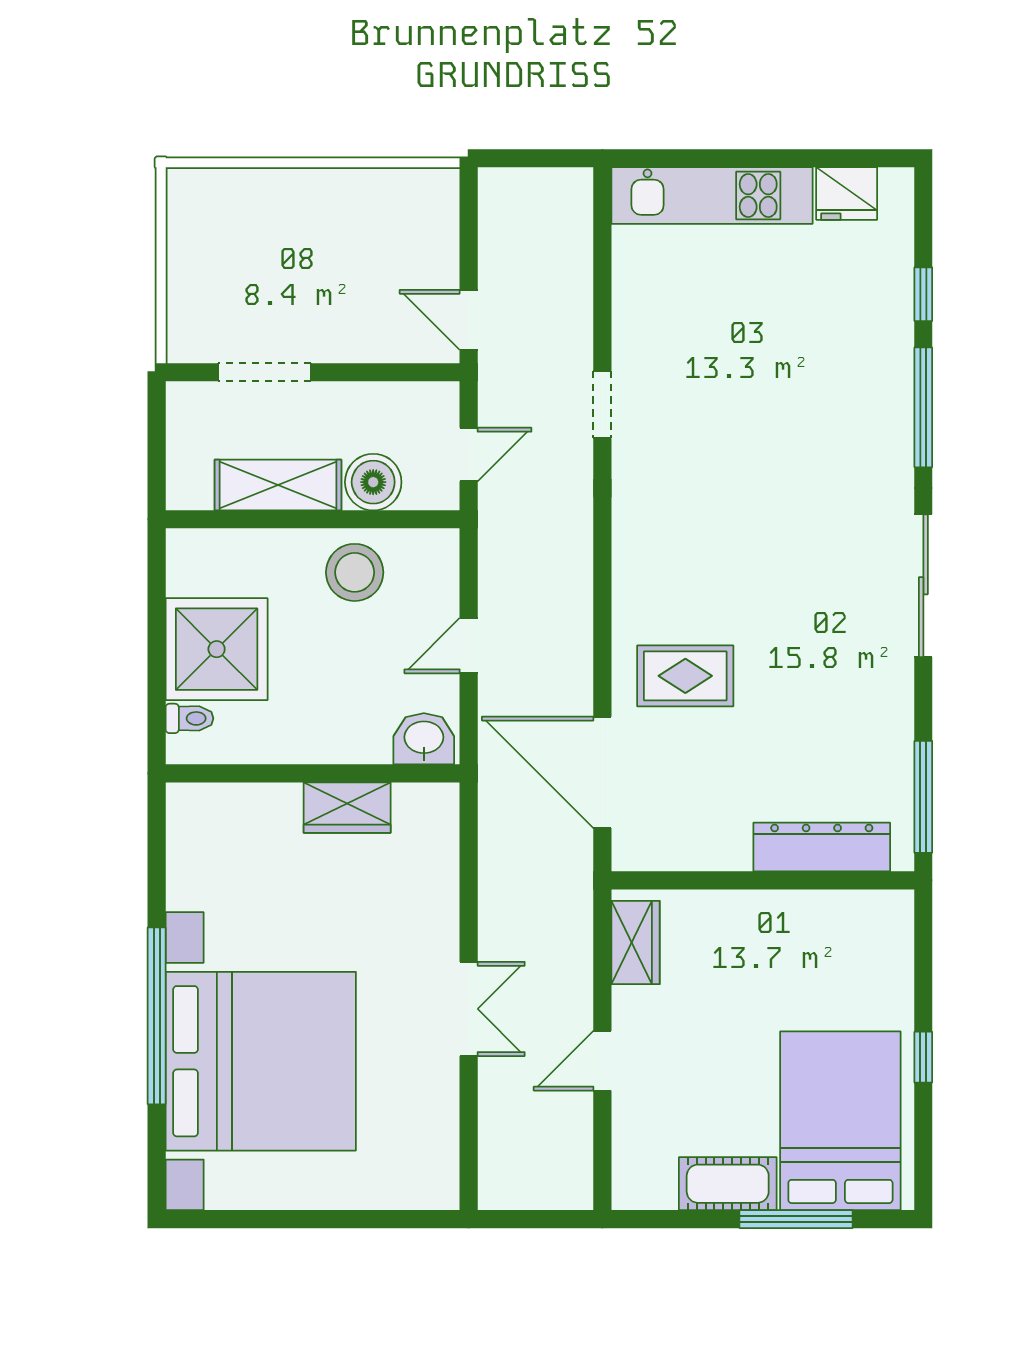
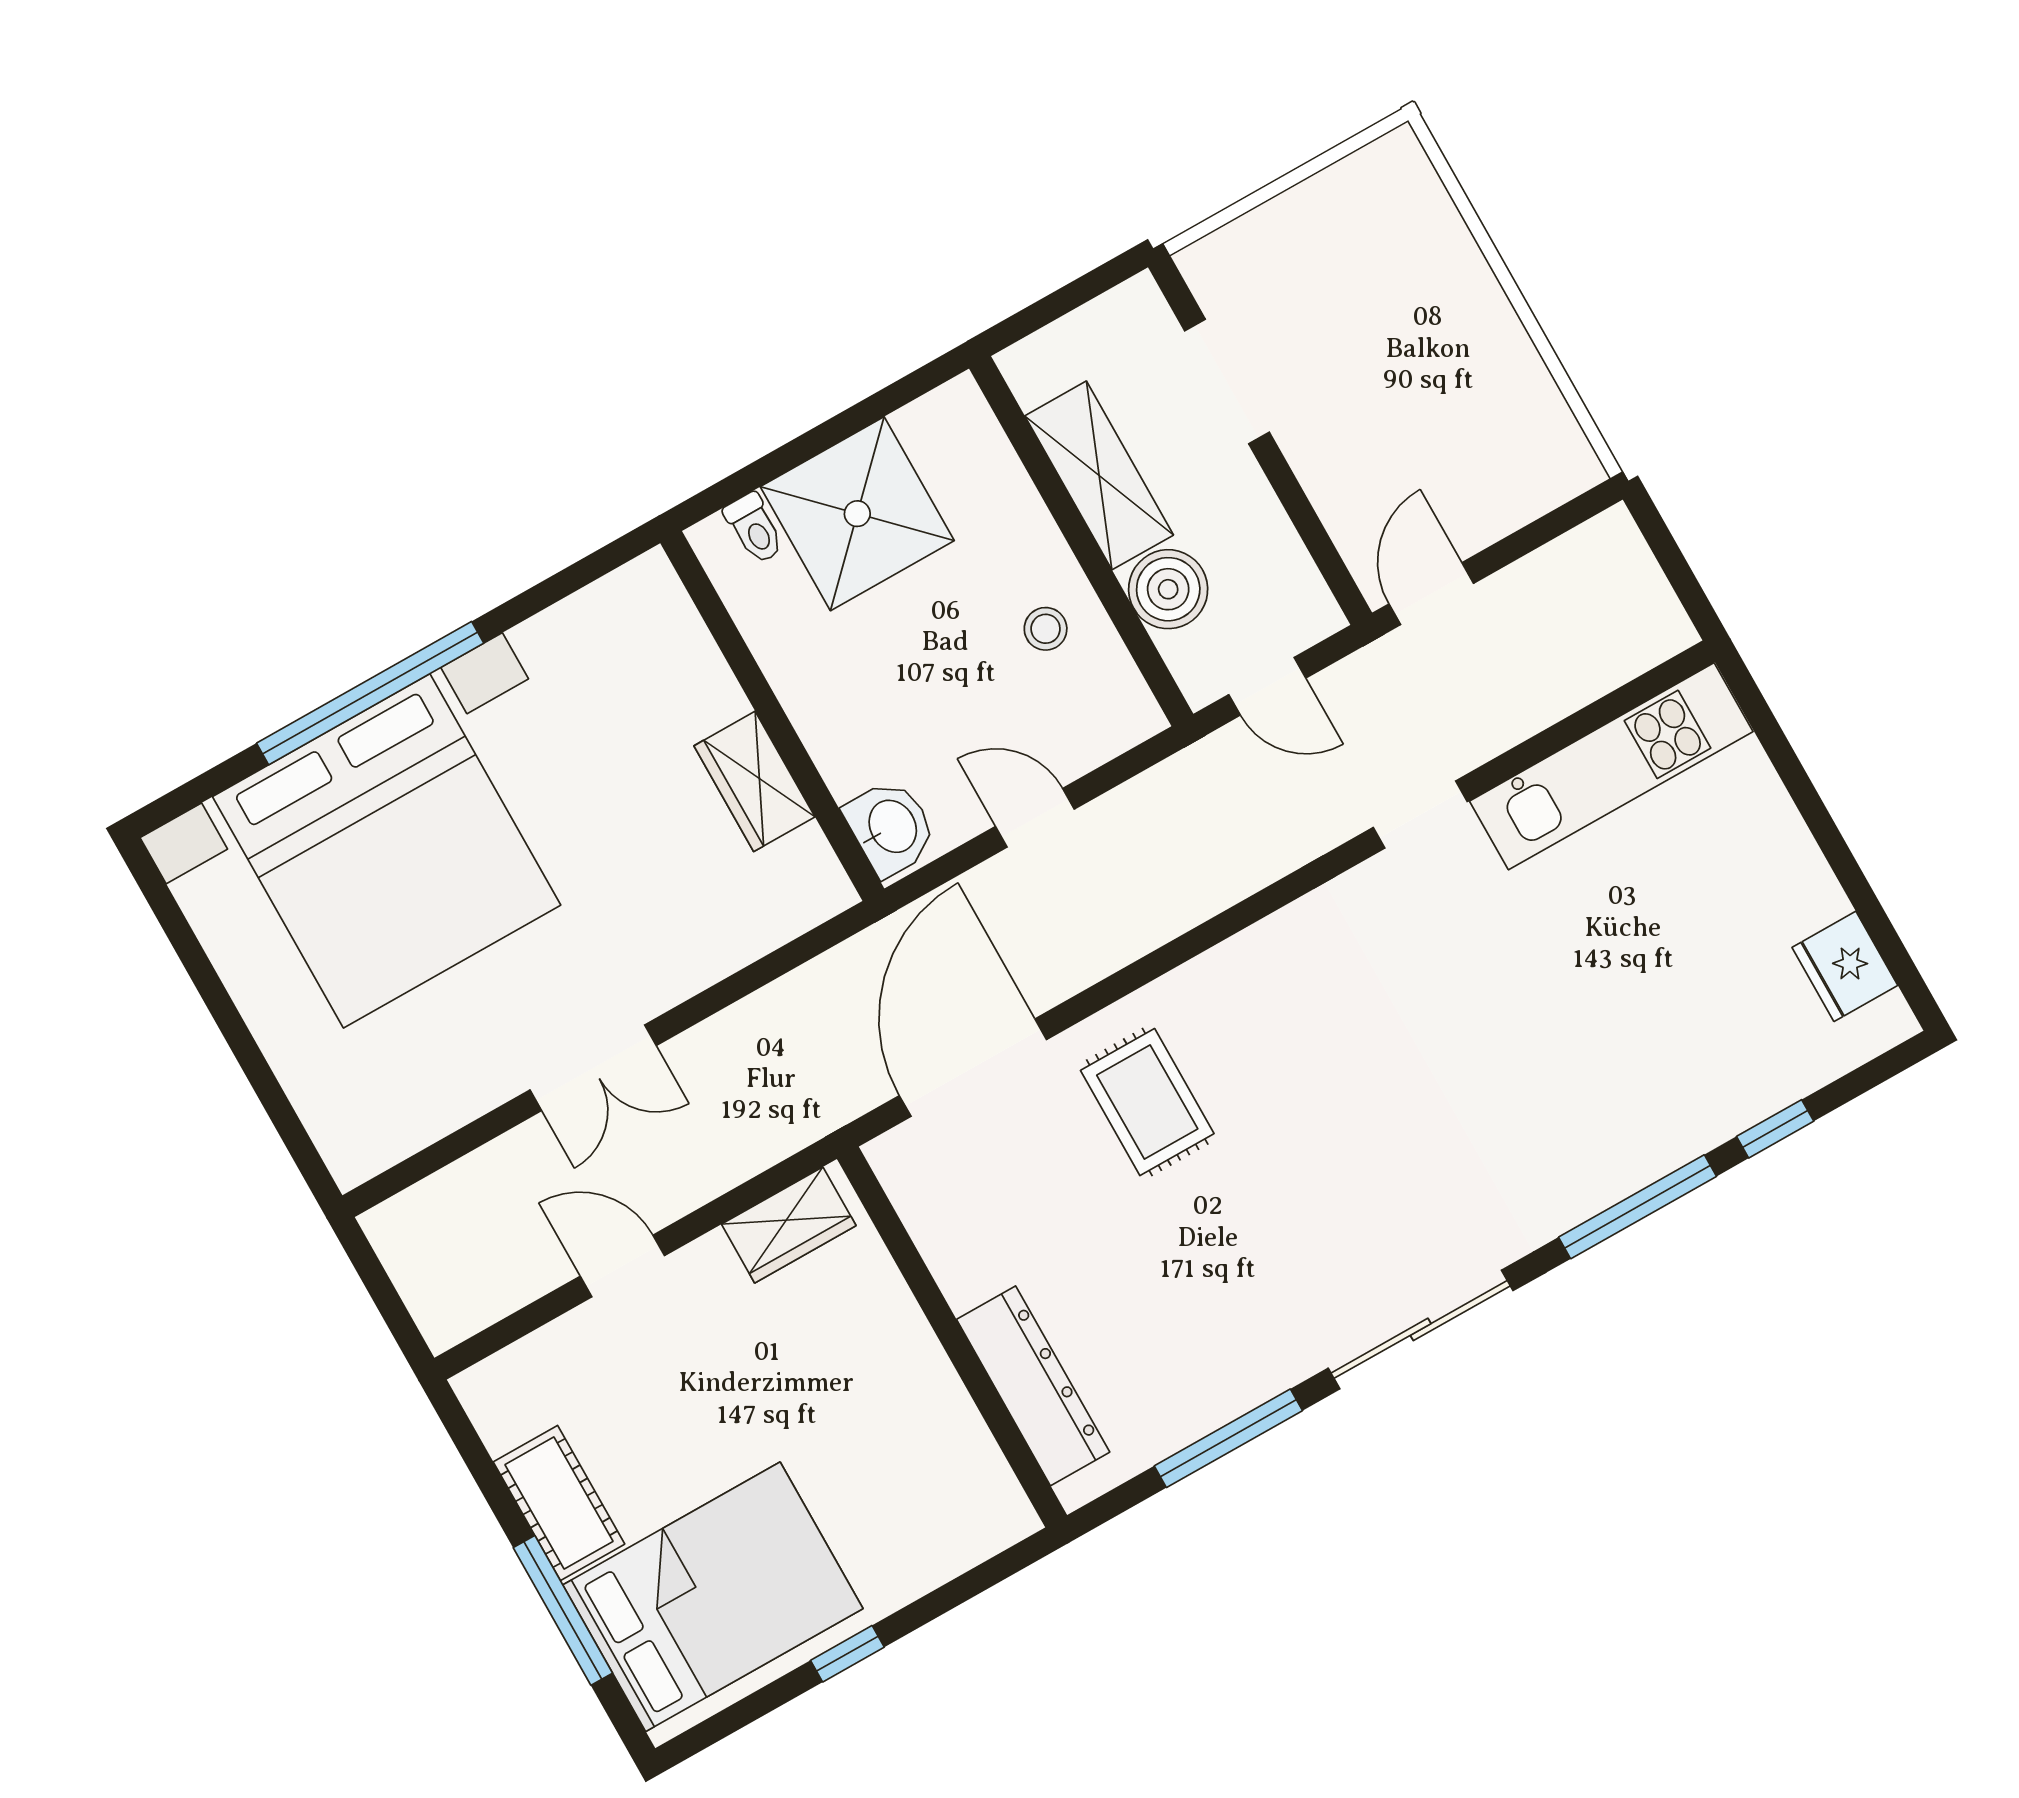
kitchen unit: (712, 196) -> (1611, 766), moved, turned -90
stool: (355, 572) -> (1046, 629), width x0.53, depth x0.53
window: (923, 797) -> (1228, 1438), moved

